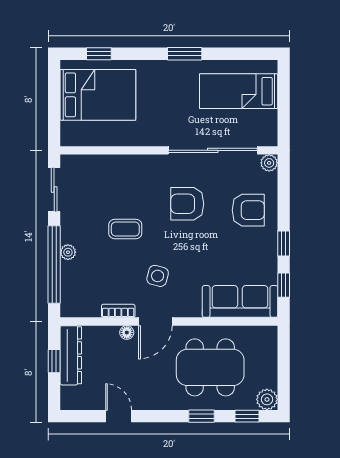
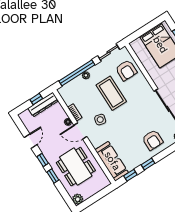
armchair: (187, 204) -> (126, 70), moved, turned 180
coffee table: (125, 229) -> (111, 93), width x1.86, depth x1.72
window: (247, 416) -> (43, 160), moved

